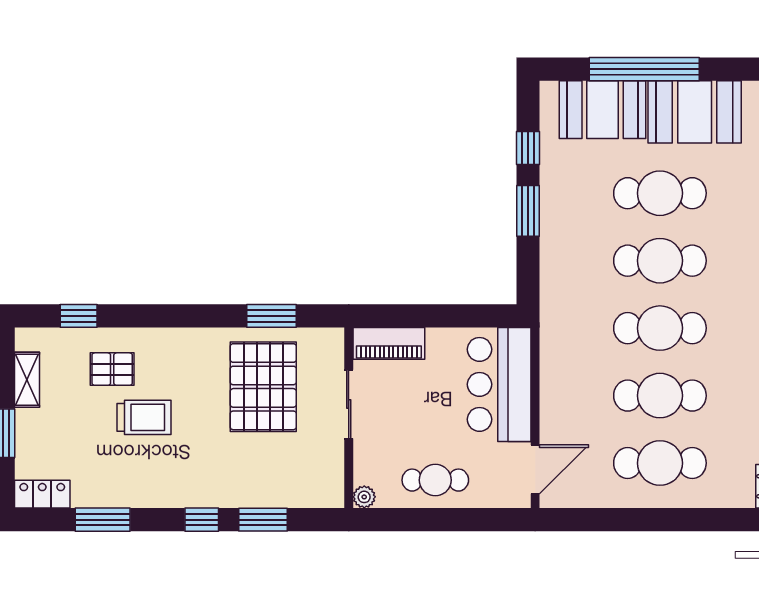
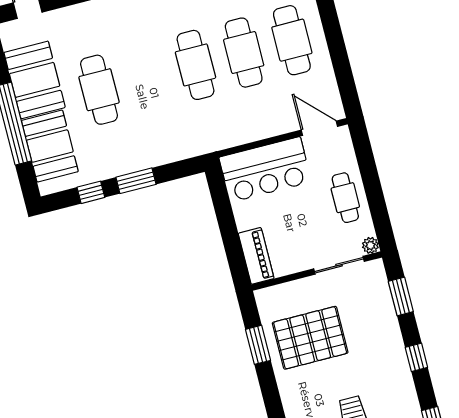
cafe table: (660, 261) -> (147, 77), removed
sliding door: (349, 404) -> (339, 265), moved
window: (263, 520) -> (401, 297), moved

